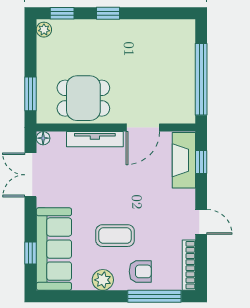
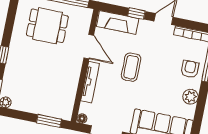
dining table: (83, 98) -> (47, 26), moved, turned 90
window: (201, 162) -> (136, 14), moved
coffee table: (115, 236) -> (131, 67), moved

